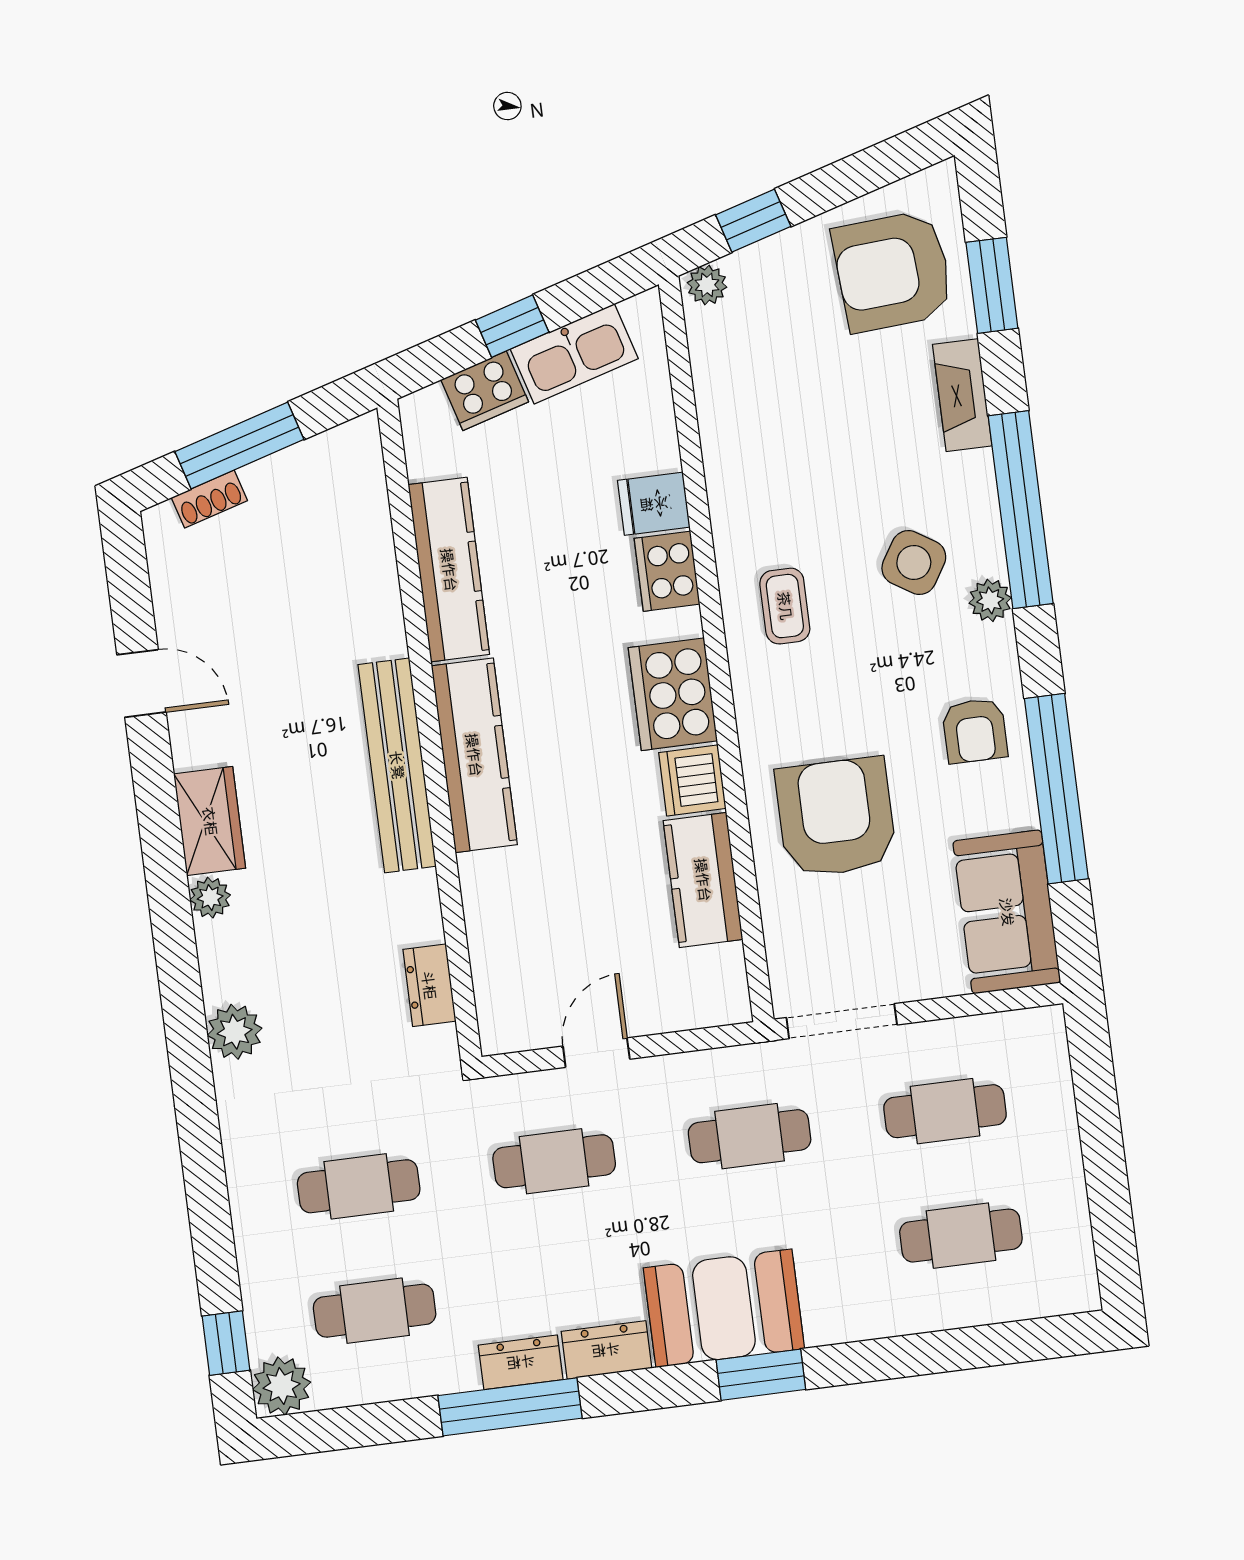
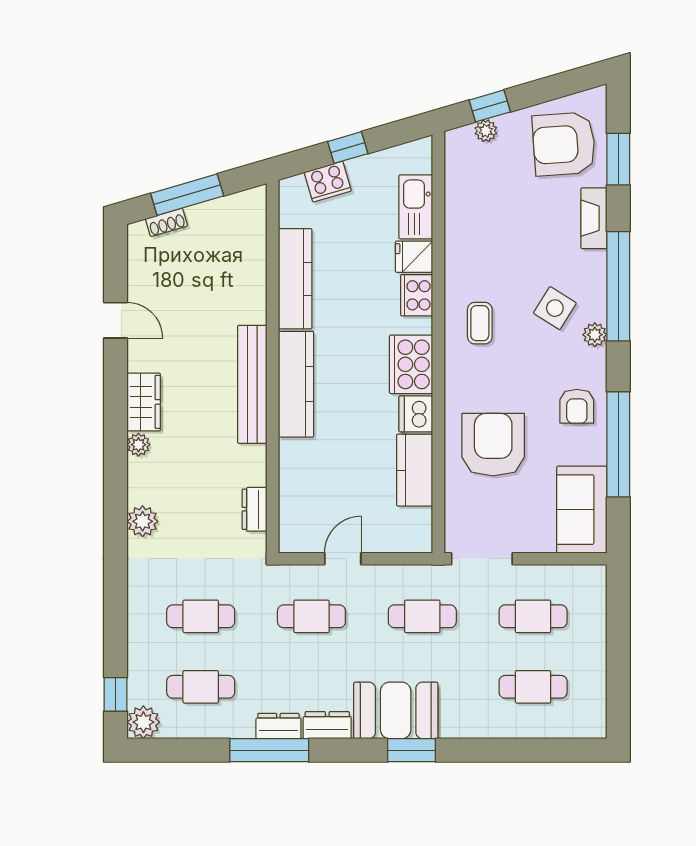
plant: (707, 285) -> (486, 131), moved
kitchen sink: (574, 354) -> (416, 207), moved, turned 106

